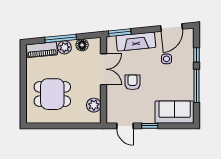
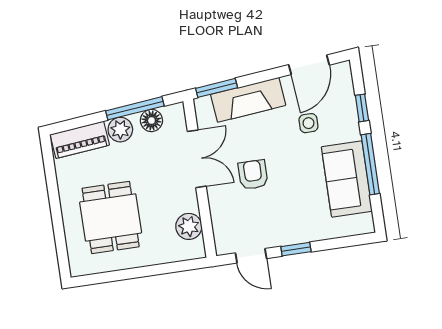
window: (61, 38) -> (135, 108), moved
dining table: (52, 94) -> (111, 217), turned 90
sofa: (175, 112) -> (347, 179), moved, turned -90

